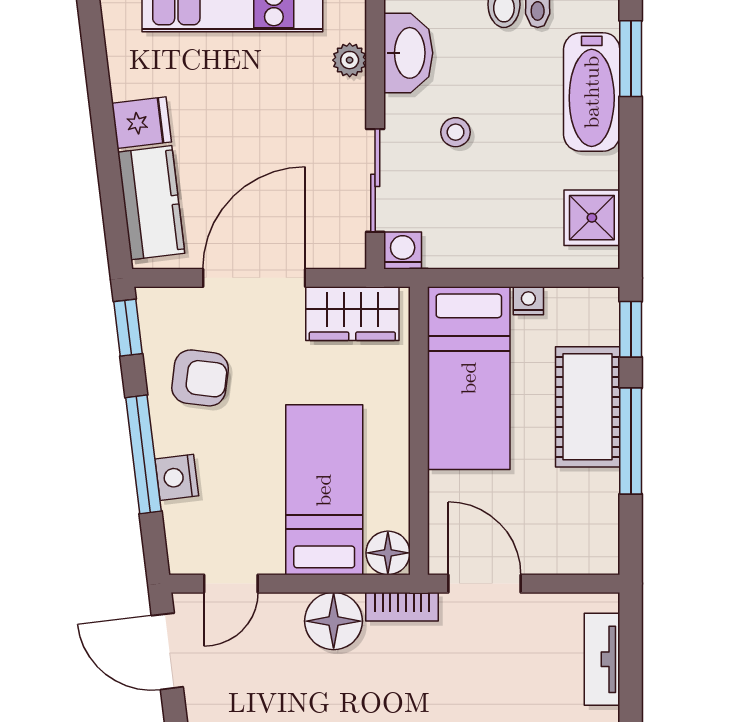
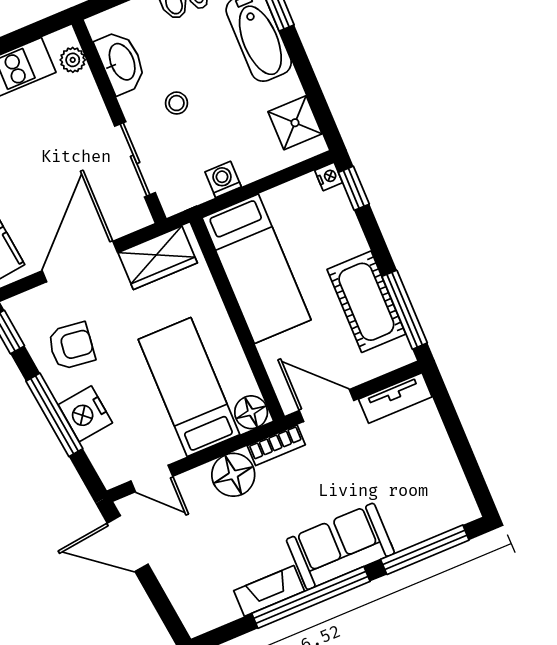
plant: (350, 60) -> (73, 60), moved
washing machine: (403, 251) -> (223, 179), moved
nightstand: (528, 301) -> (329, 177), moved, turned 90
cot: (588, 407) -> (366, 302), moved
window: (631, 441) -> (405, 310), moved
nightstand: (177, 477) -> (85, 414), width x1.36, depth x1.33
door: (231, 584) -> (152, 479), hinge flipped
tv unit: (602, 659) -> (395, 398), moved, turned -90

